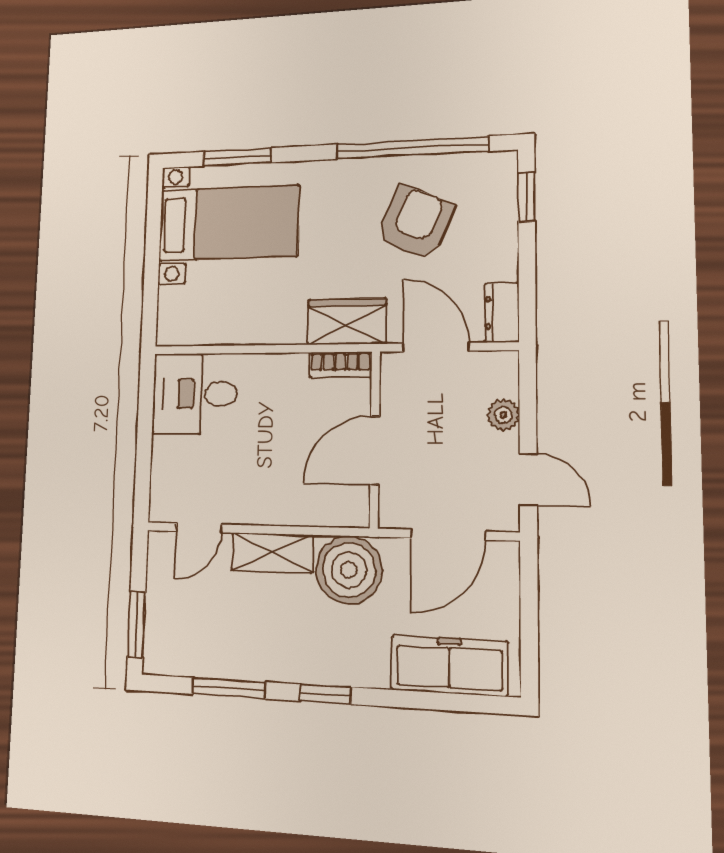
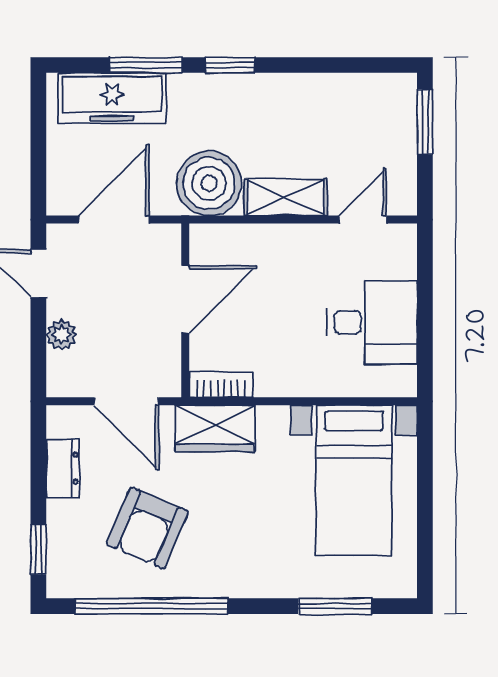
bed with nightstands: (229, 223) -> (354, 480), moved, turned -90
dresser: (502, 313) -> (63, 468), moved
desk: (195, 394) -> (372, 322), moved
window: (229, 688) -> (146, 65), moved

